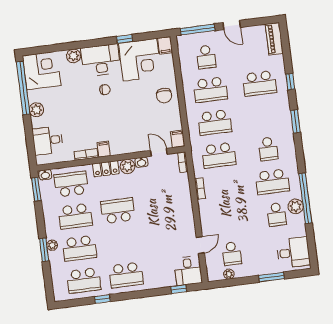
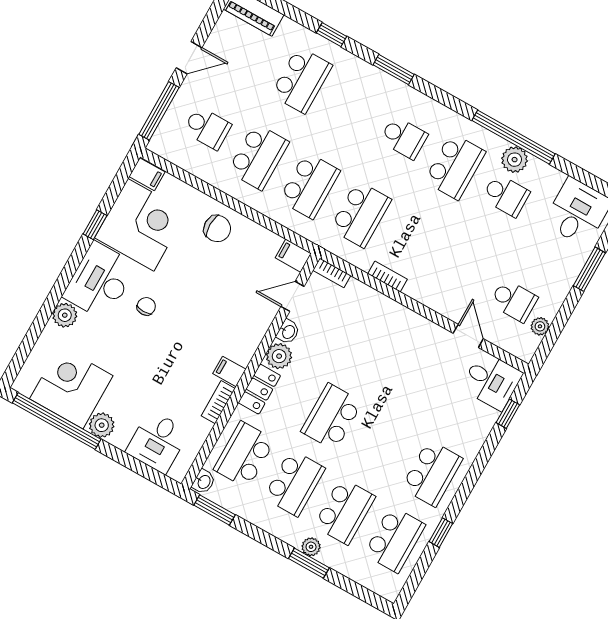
corner desk: (42, 71) -> (71, 387), moved

